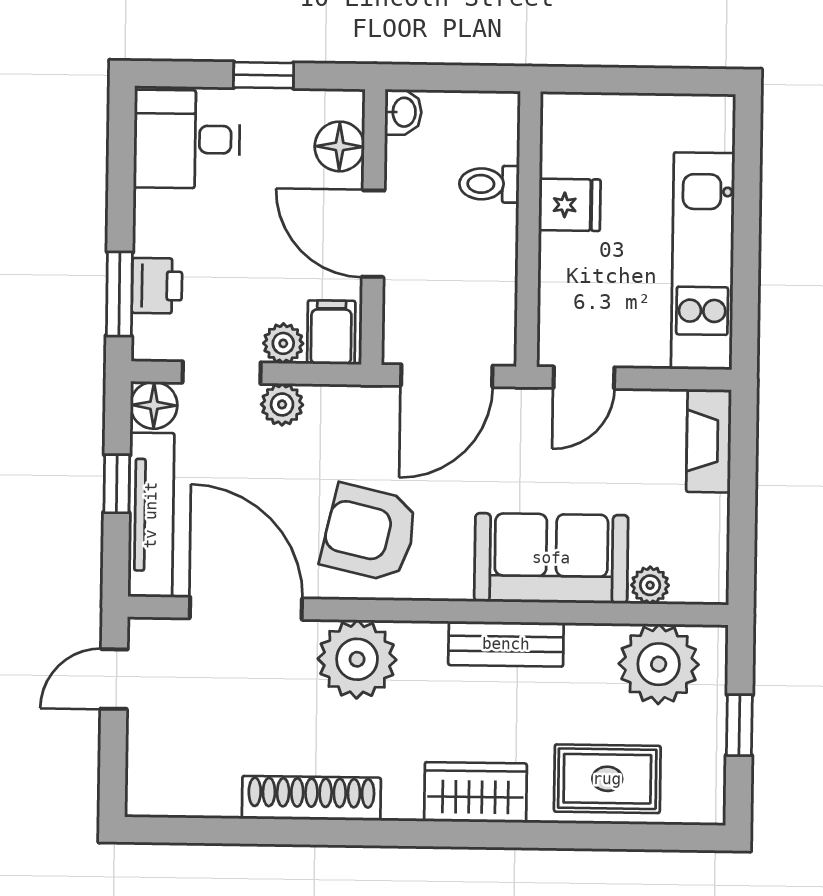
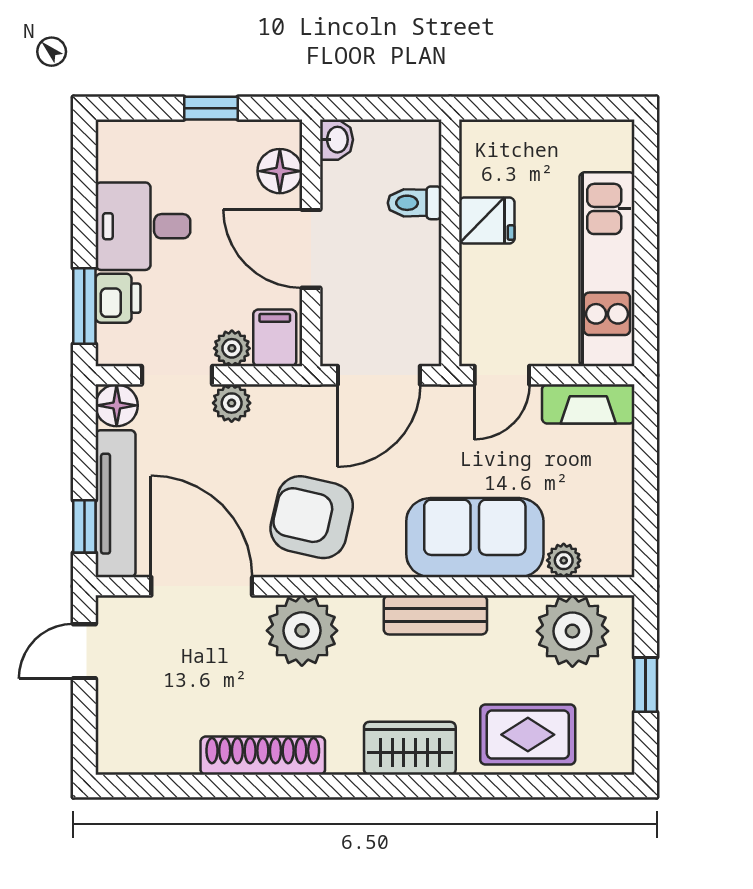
desk: (187, 139) -> (143, 226), moved
fireplace: (709, 441) -> (588, 404), moved, turned -90
window: (117, 484) -> (84, 526), moved

